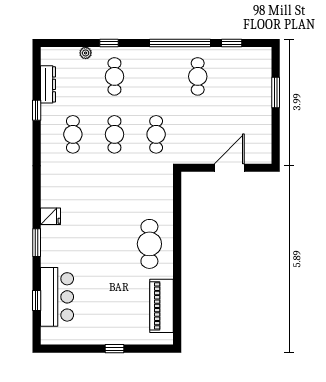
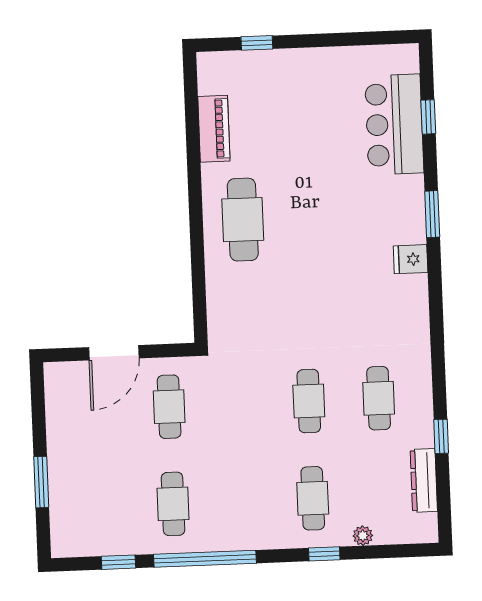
cafe table: (156, 134) -> (169, 407), moved
piano: (162, 306) -> (214, 129), width x0.73, depth x0.75
window: (114, 349) -> (257, 43), moved

